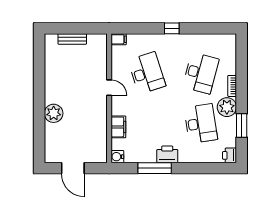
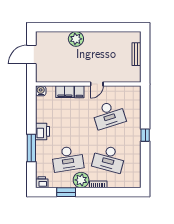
filing cabinet: (119, 39) -> (79, 92), moved
window: (155, 168) -> (31, 148), moved

